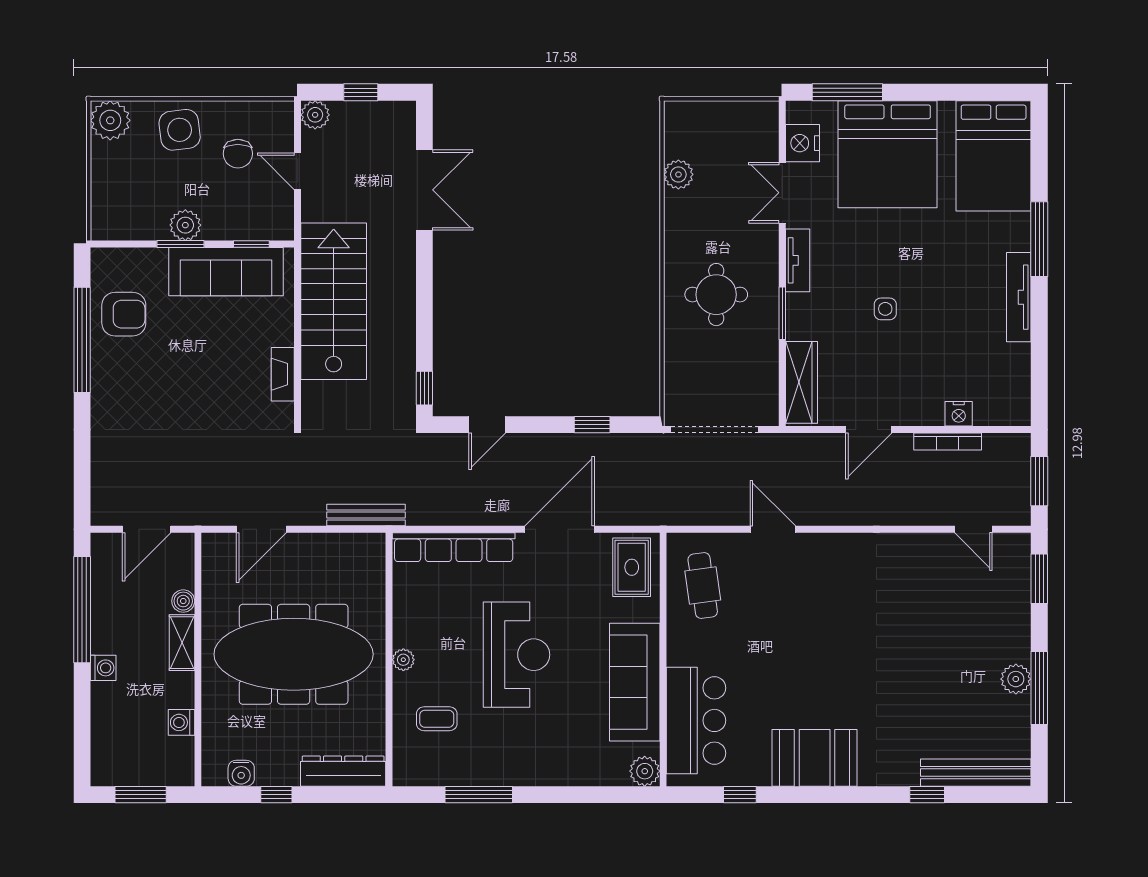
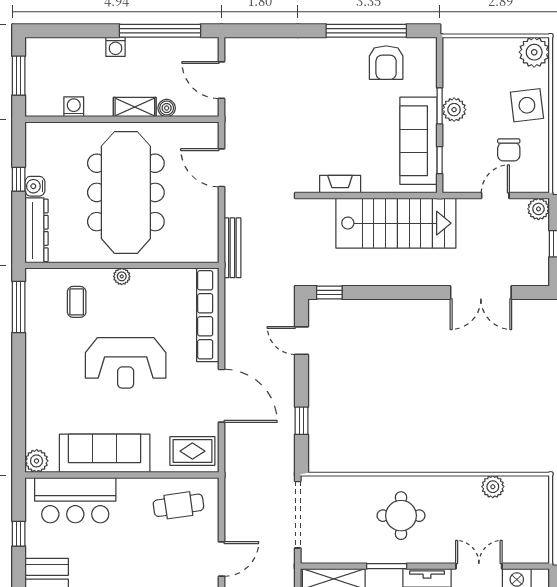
chair: (238, 154) -> (509, 150), turned -90
water cooler: (241, 773) -> (35, 186), moved
window: (479, 795) -> (19, 307), moved

